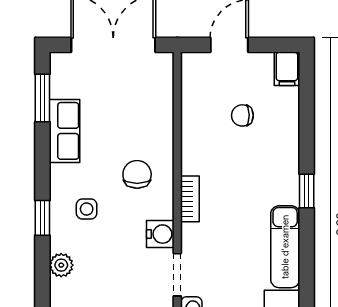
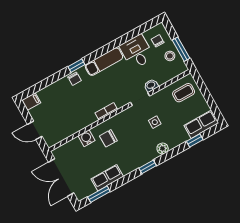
chair: (242, 115) -> (75, 79), moved
side table: (87, 209) -> (155, 122), moved
water cooler: (160, 234) -> (87, 138), moved

